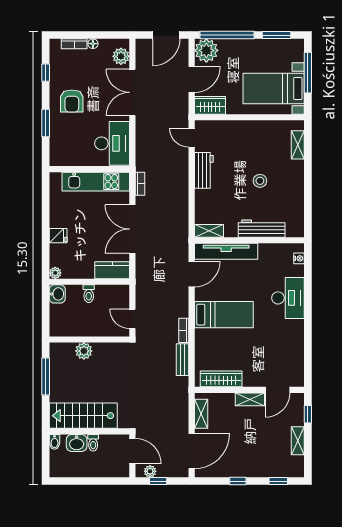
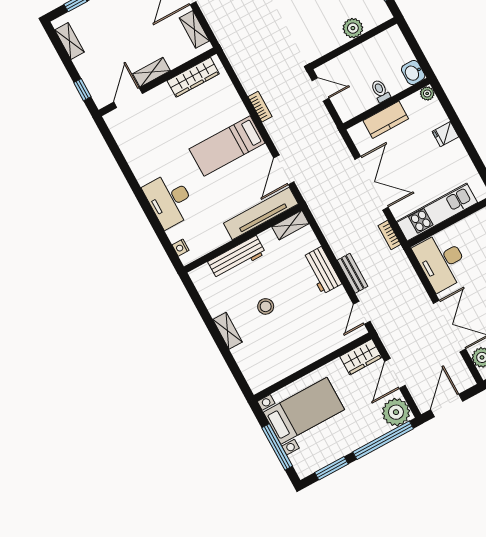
door: (192, 138) -> (362, 313), swing flipped
shelving: (298, 145) -> (228, 331), moved
workbench: (204, 170) -> (322, 270), moved
kitchen counter: (112, 270) -> (386, 120), moved
bench: (183, 360) -> (352, 273), moved
shelving: (298, 441) -> (70, 41), moved

